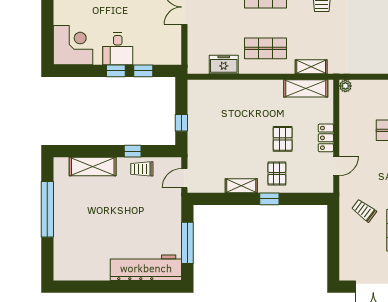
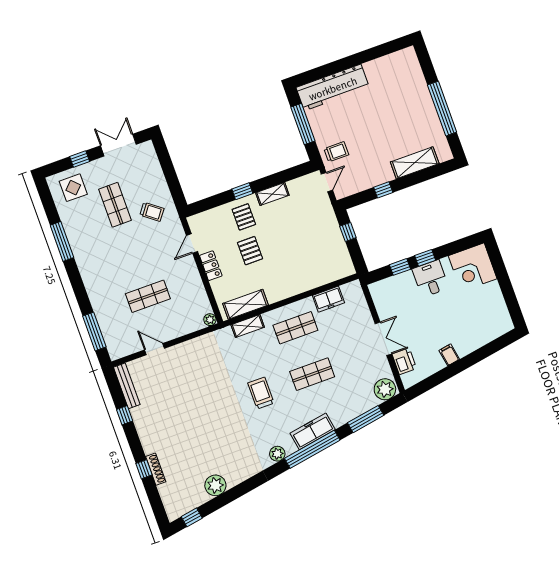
trolley: (142, 169) -> (336, 152), moved

